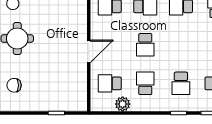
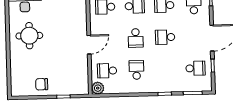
school desk: (181, 83) -> (165, 37), moved, turned 90
chair: (14, 85) -> (42, 84), moved
plant: (123, 104) -> (98, 88), moved

